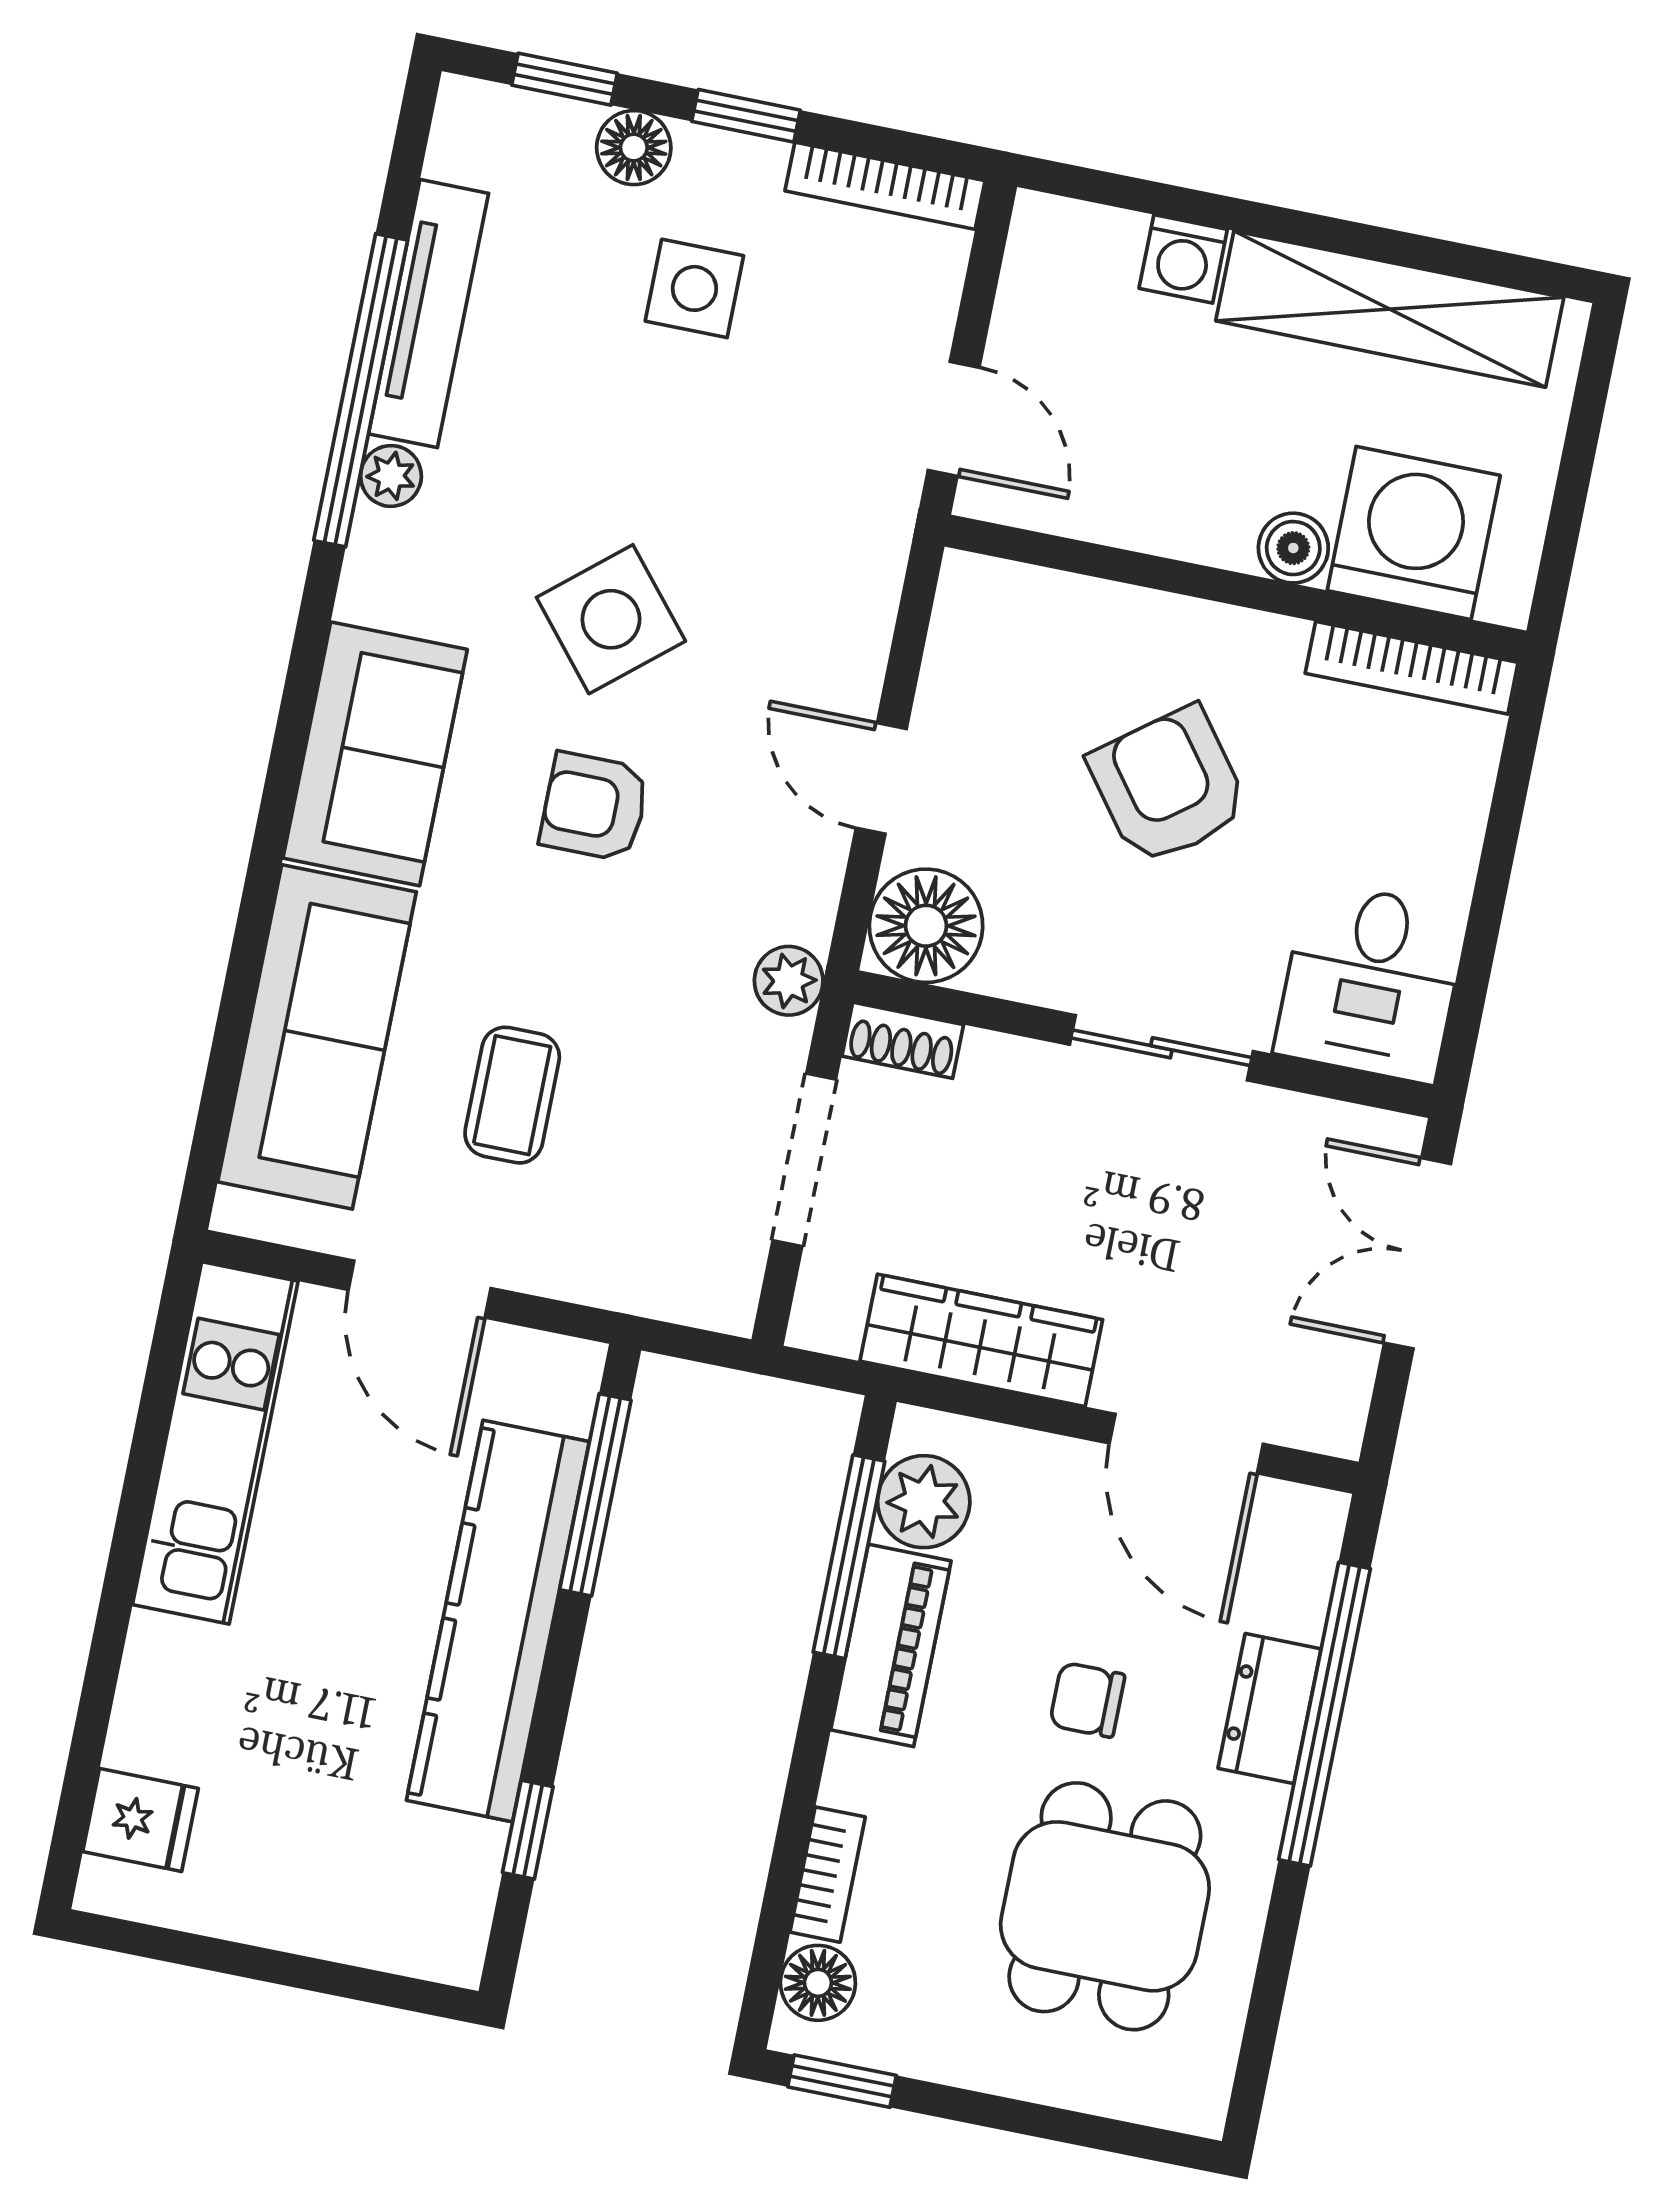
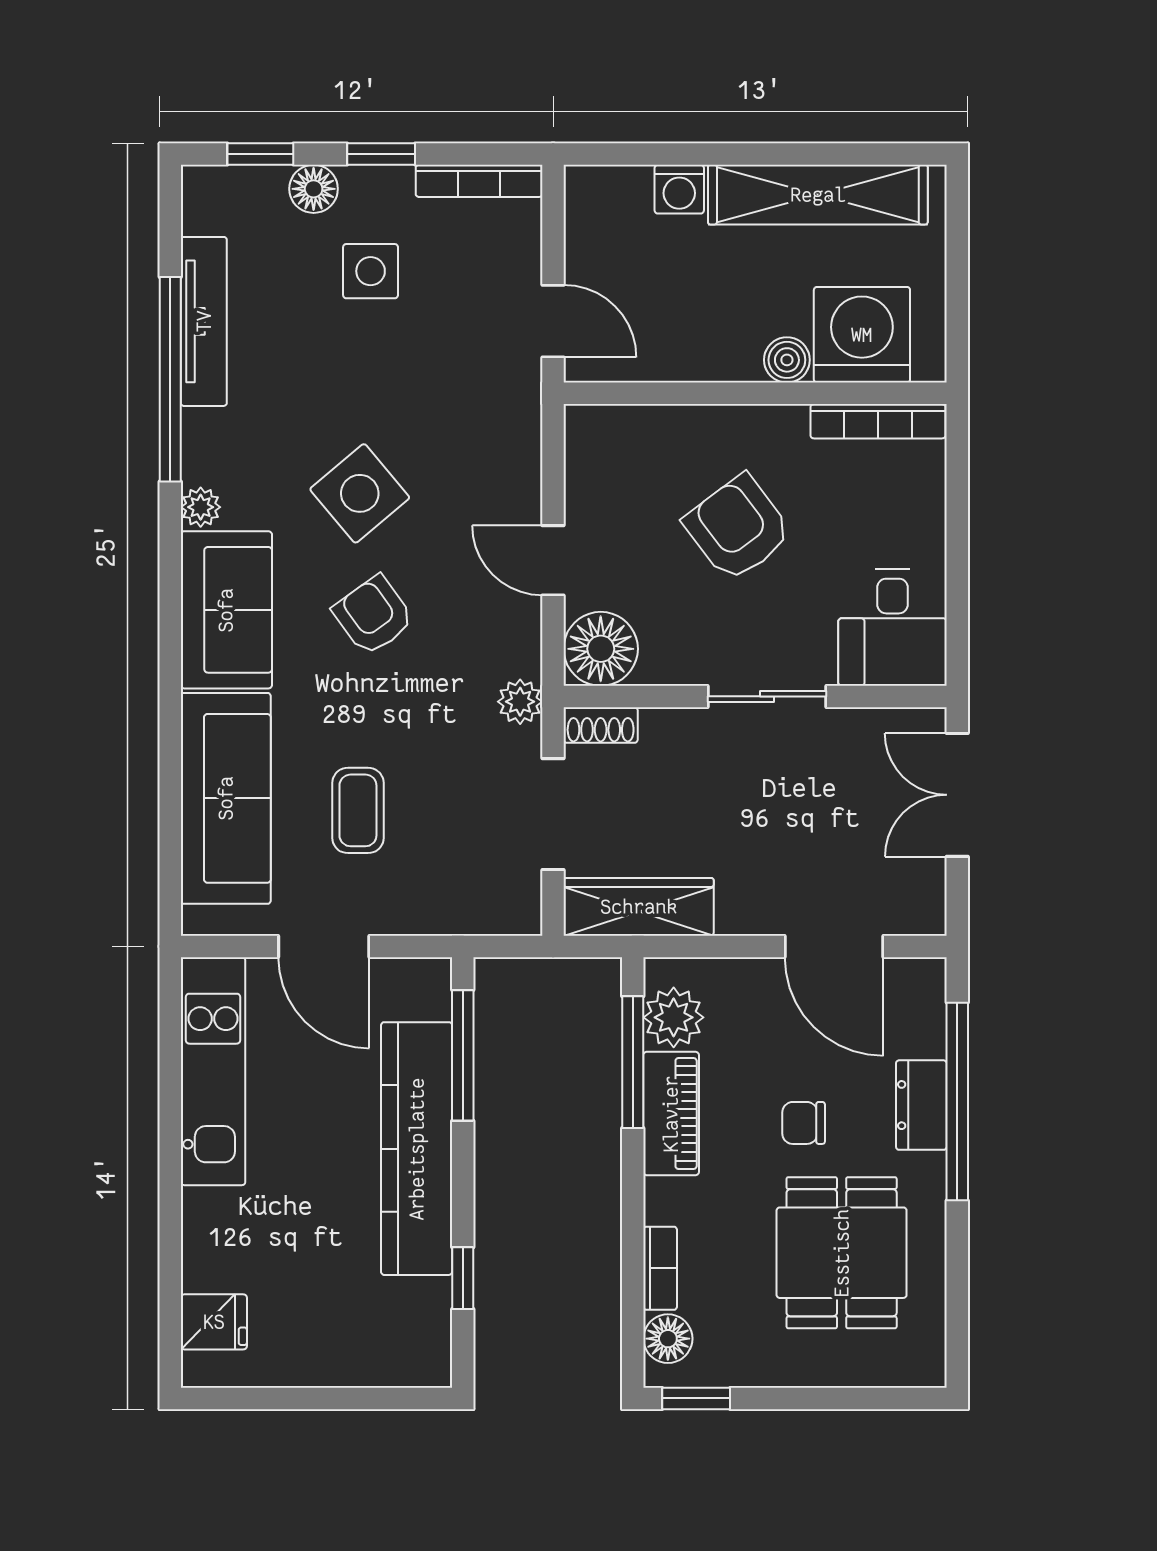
plant: (391, 476) -> (201, 507), moved
armchair: (594, 807) -> (373, 615), turned 54
wardrobe: (981, 1340) -> (639, 907), moved

